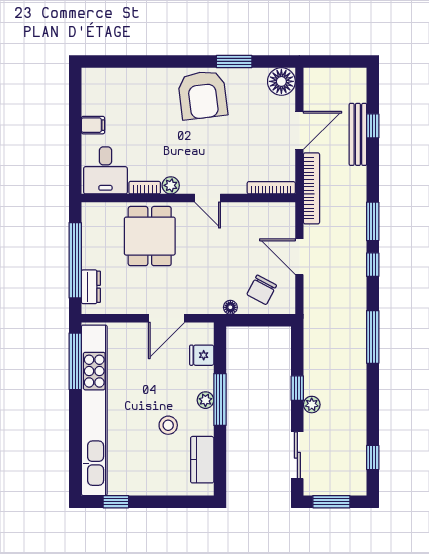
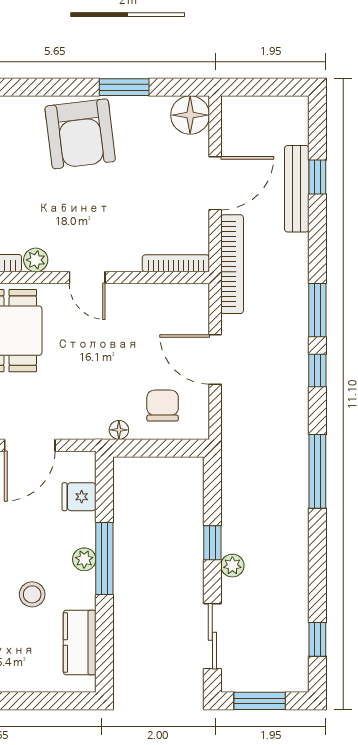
chair: (262, 290) -> (163, 406), turned 152

